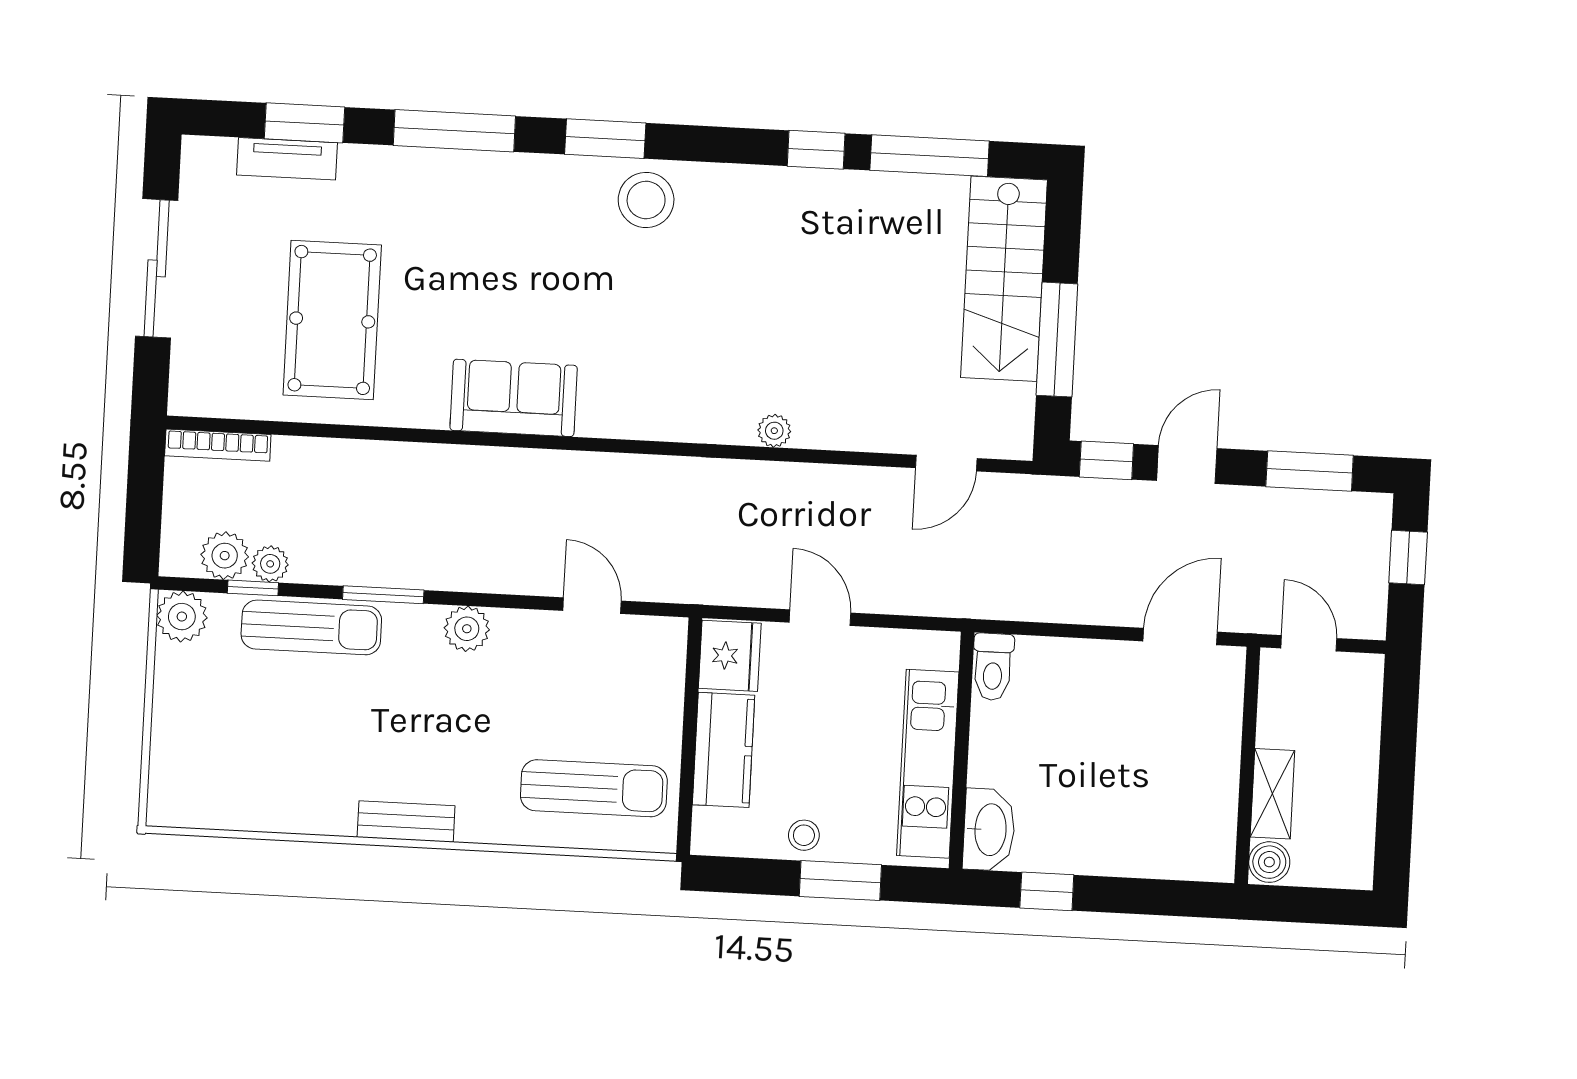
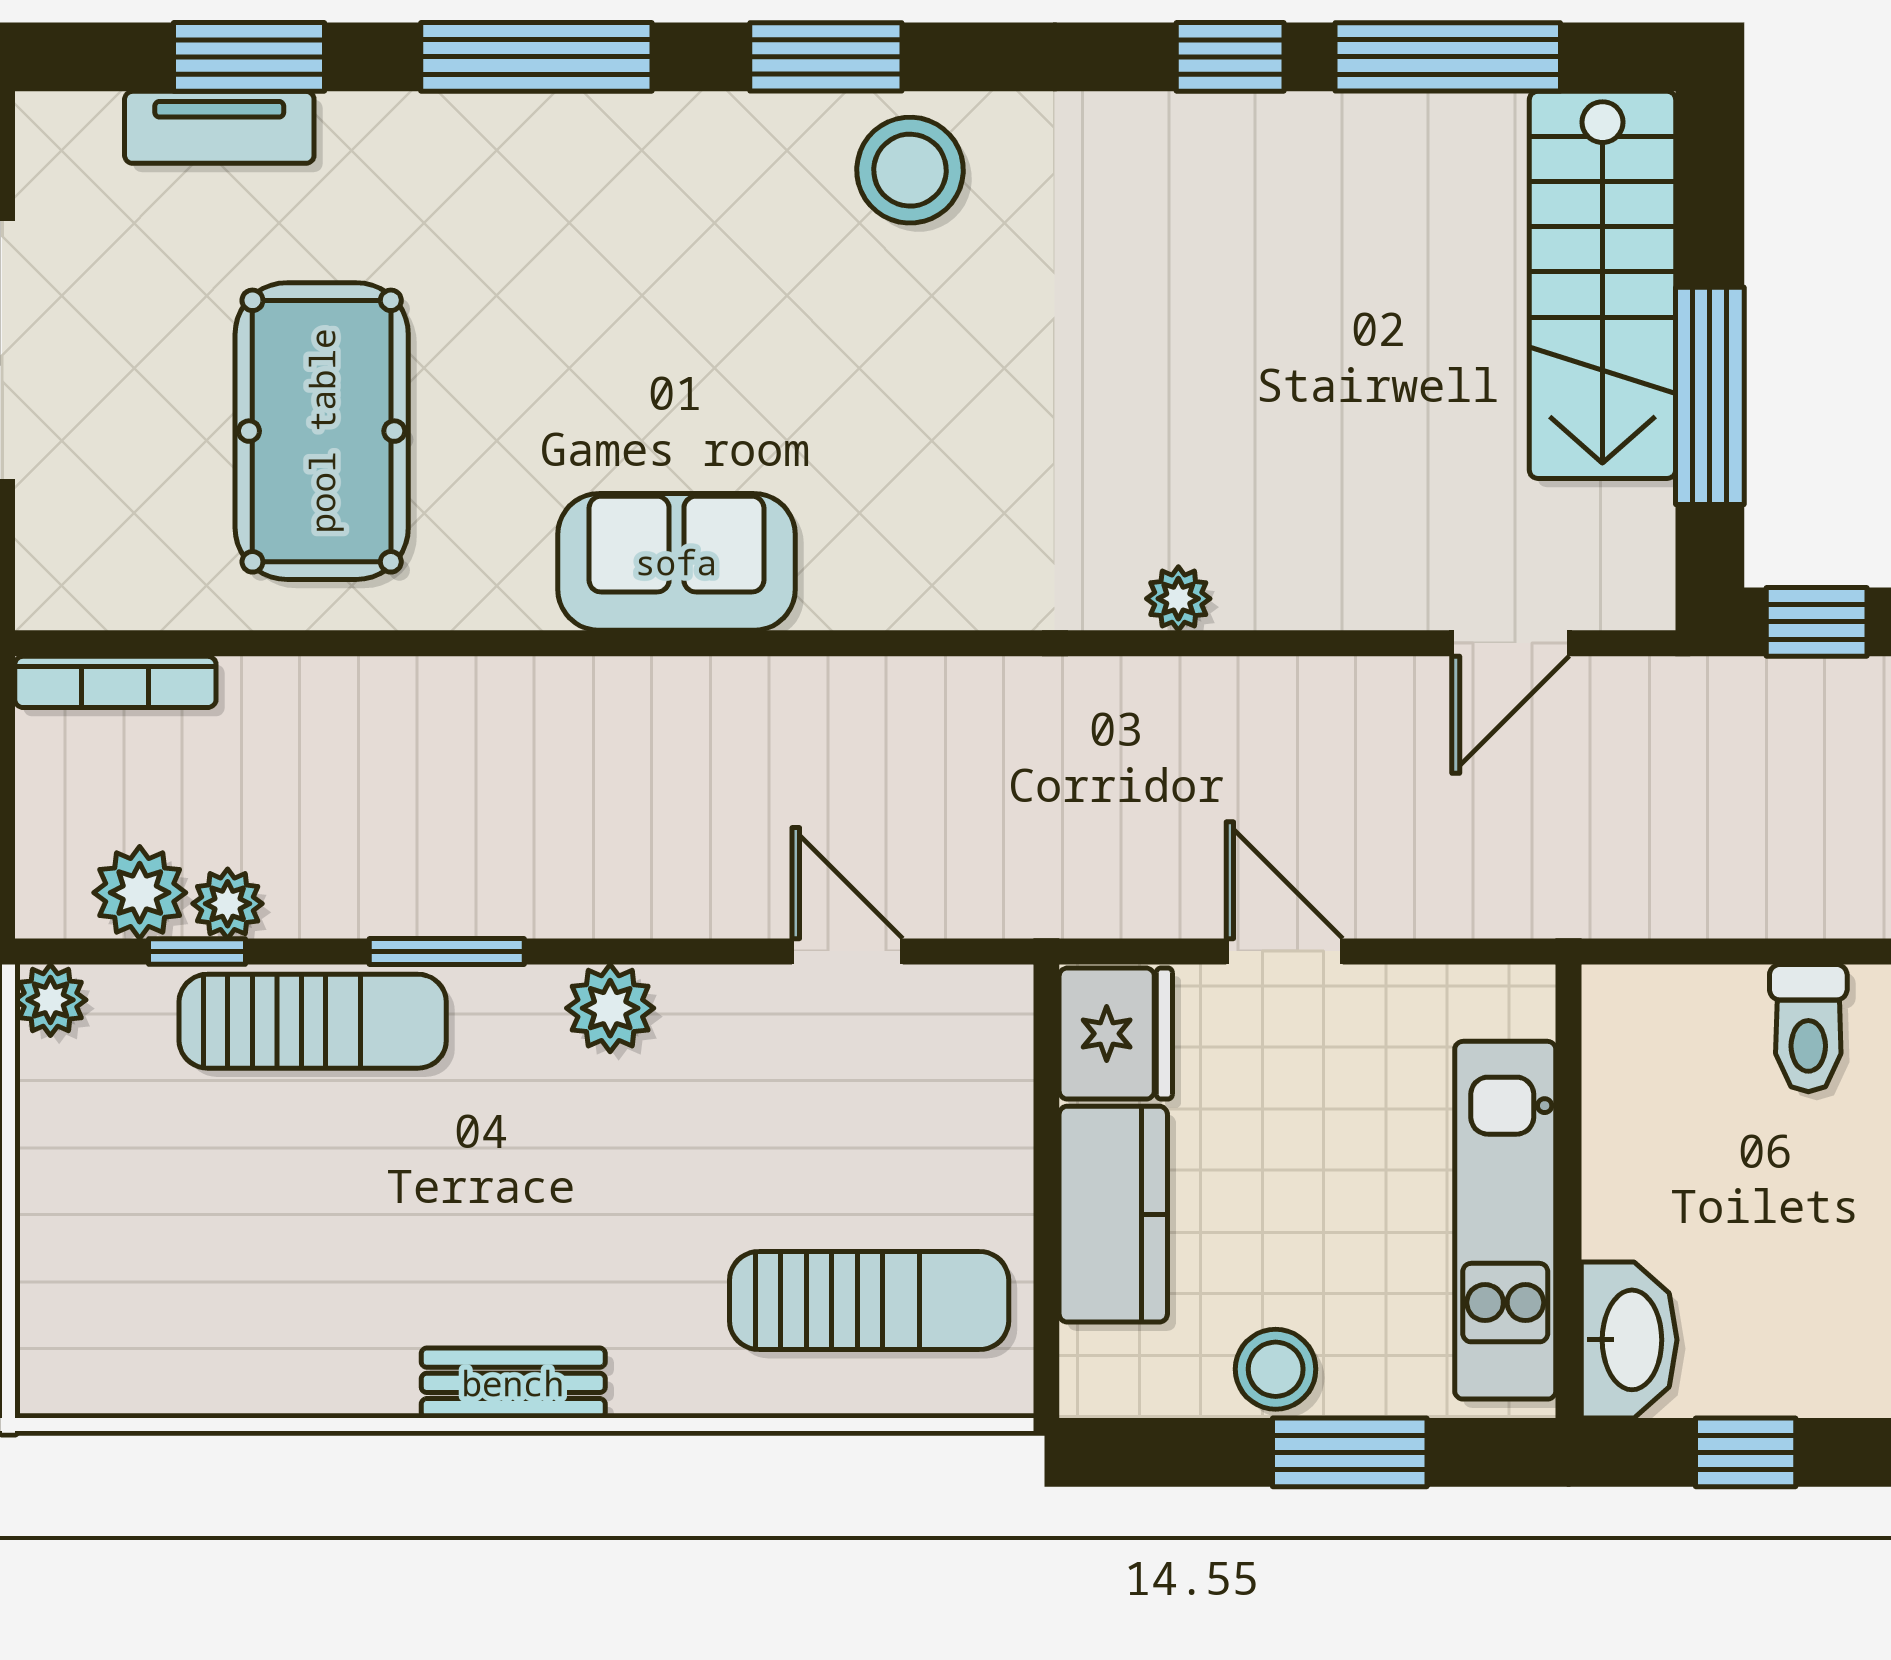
plant: (182, 617) -> (50, 1000), width x0.73, depth x0.73
toilet: (993, 667) -> (1808, 1028), moved
stool: (804, 835) -> (1276, 1369), width x1.37, depth x1.37

